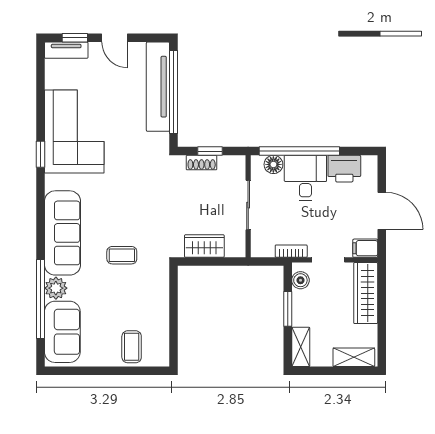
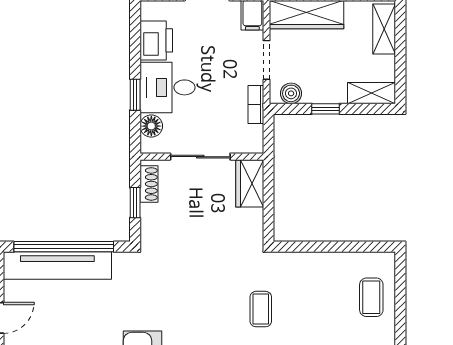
window: (299, 151) -> (135, 95), width x0.32
shoe rack: (202, 163) -> (149, 184), moved
wardrobe: (204, 246) -> (250, 183), moved
window: (288, 309) -> (326, 109), width x0.67
coffee table: (132, 347) -> (371, 297), turned 90

